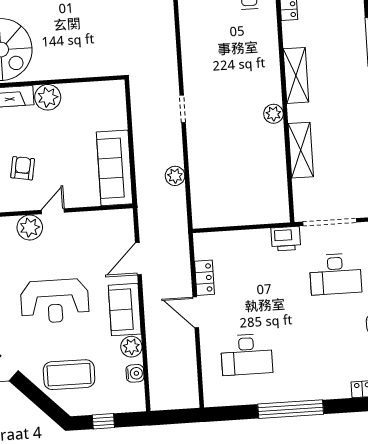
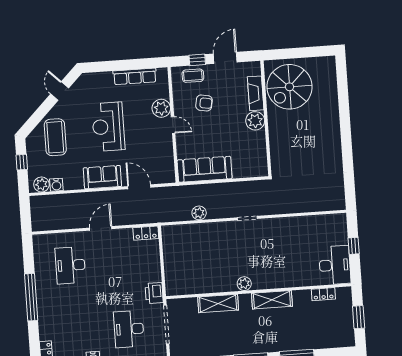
locker: (204, 278) -> (146, 233), moved
plant: (131, 347) -> (41, 184), moved

